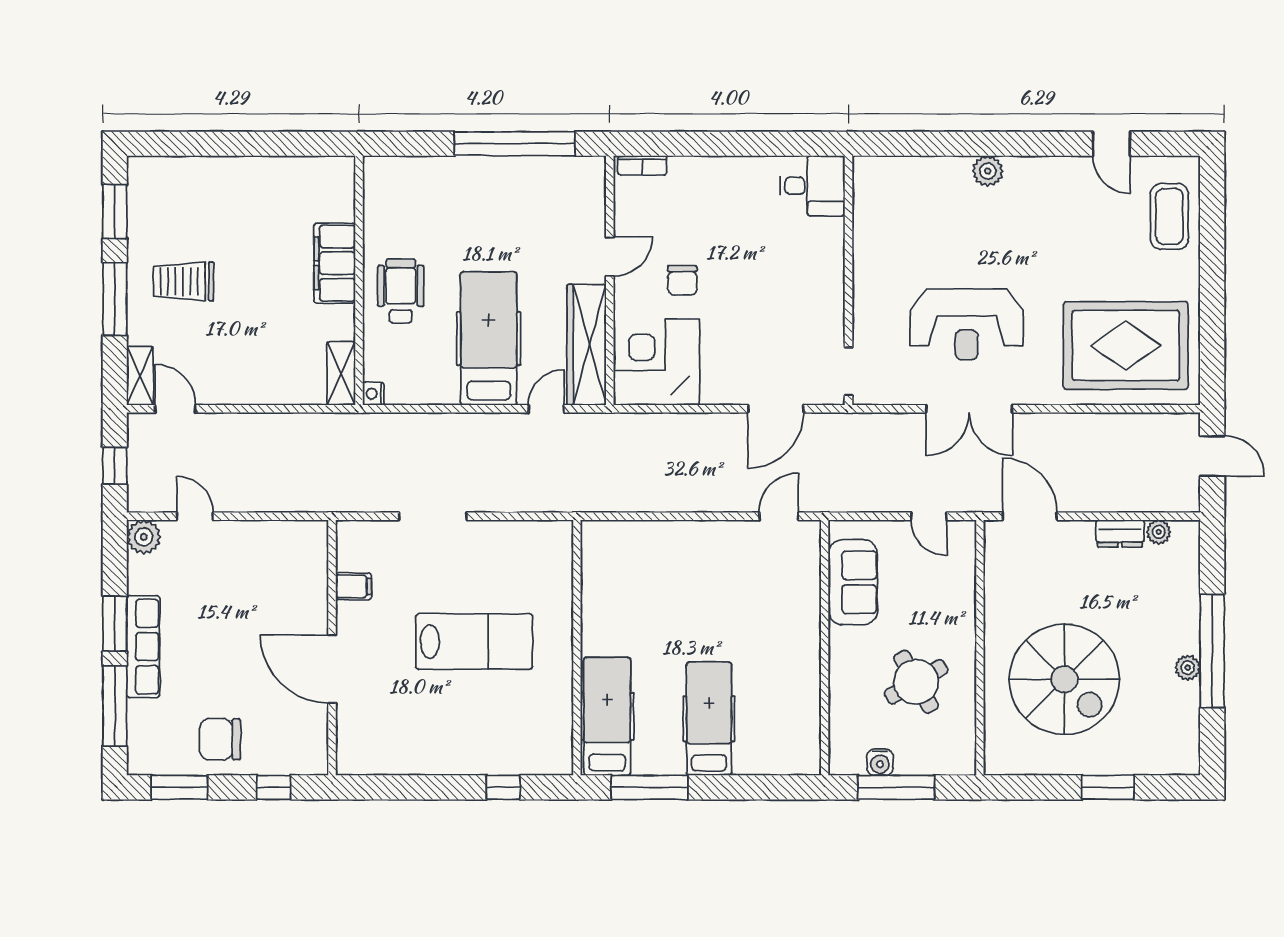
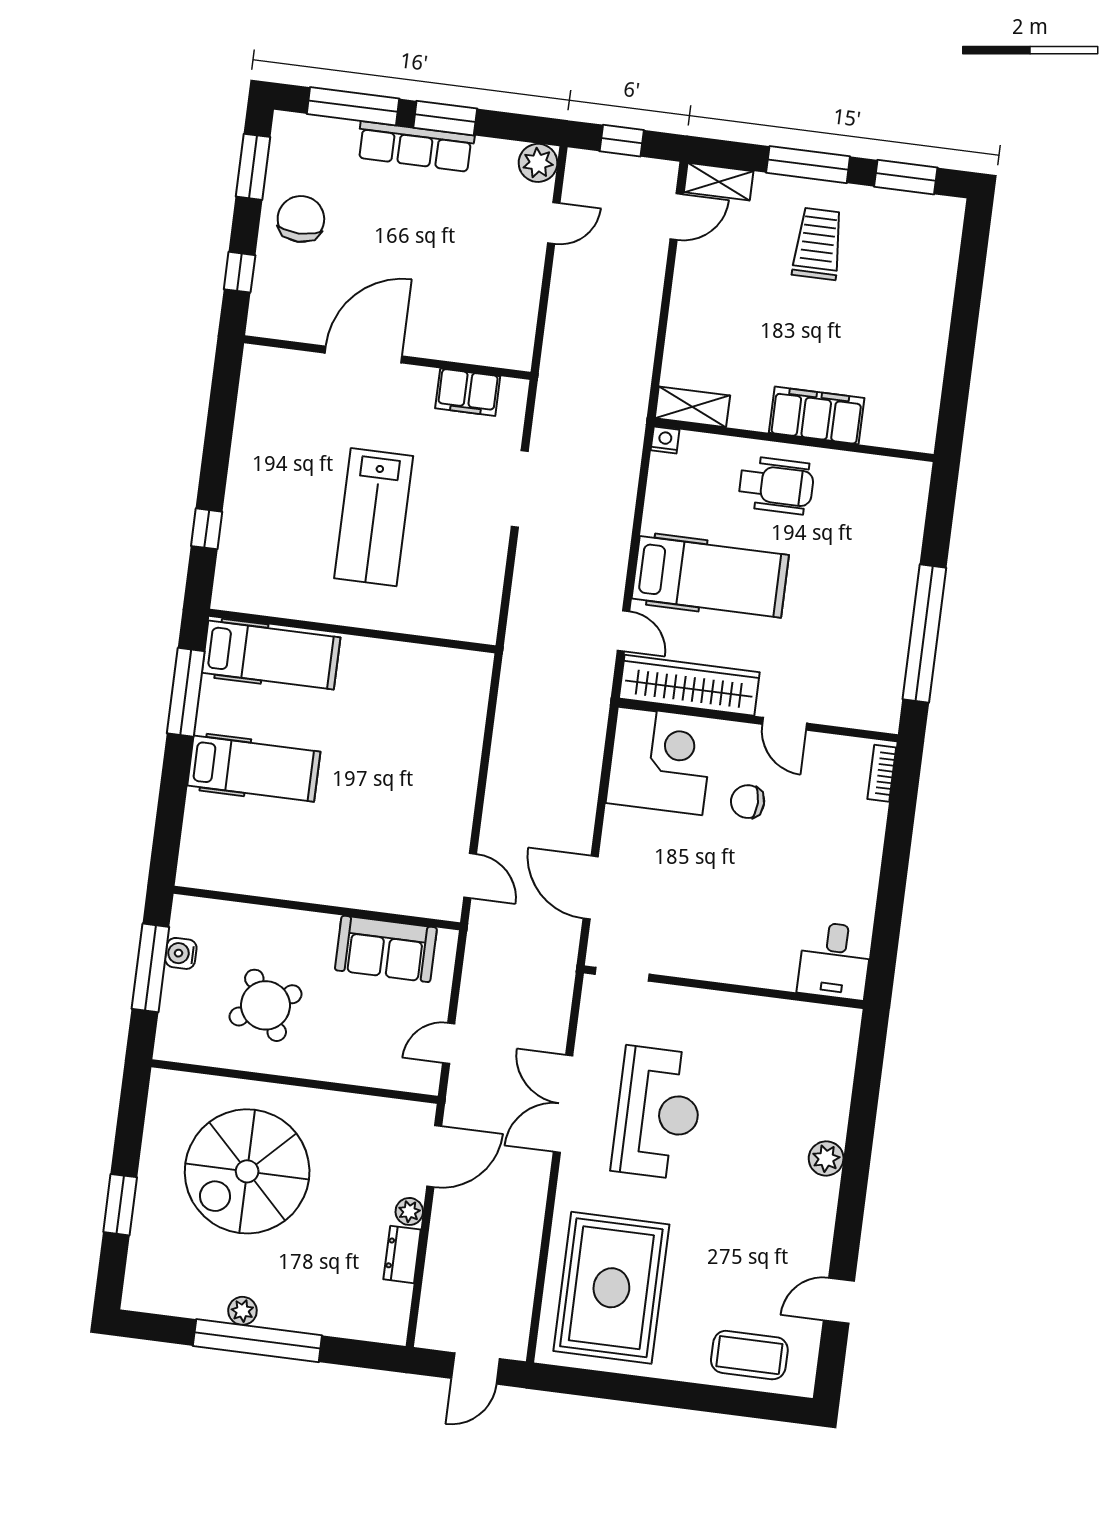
reception desk: (967, 324) -> (658, 1113), turned 180
plant: (1159, 532) -> (409, 1211), moved
filing cabinet: (354, 586) -> (468, 392), width x2.00

